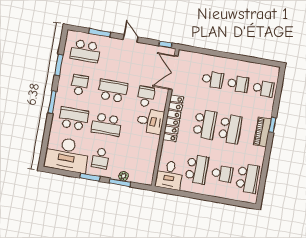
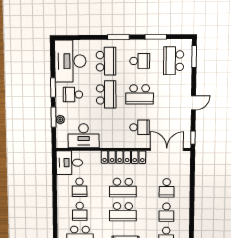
window: (100, 33) -> (194, 56), moved
school desk: (113, 91) -> (140, 94), turned 90
desk: (150, 121) -> (84, 136), moved, width x1.37
school desk: (107, 125) -> (106, 94), turned 180
school desk: (197, 169) -> (80, 187), width x0.54

